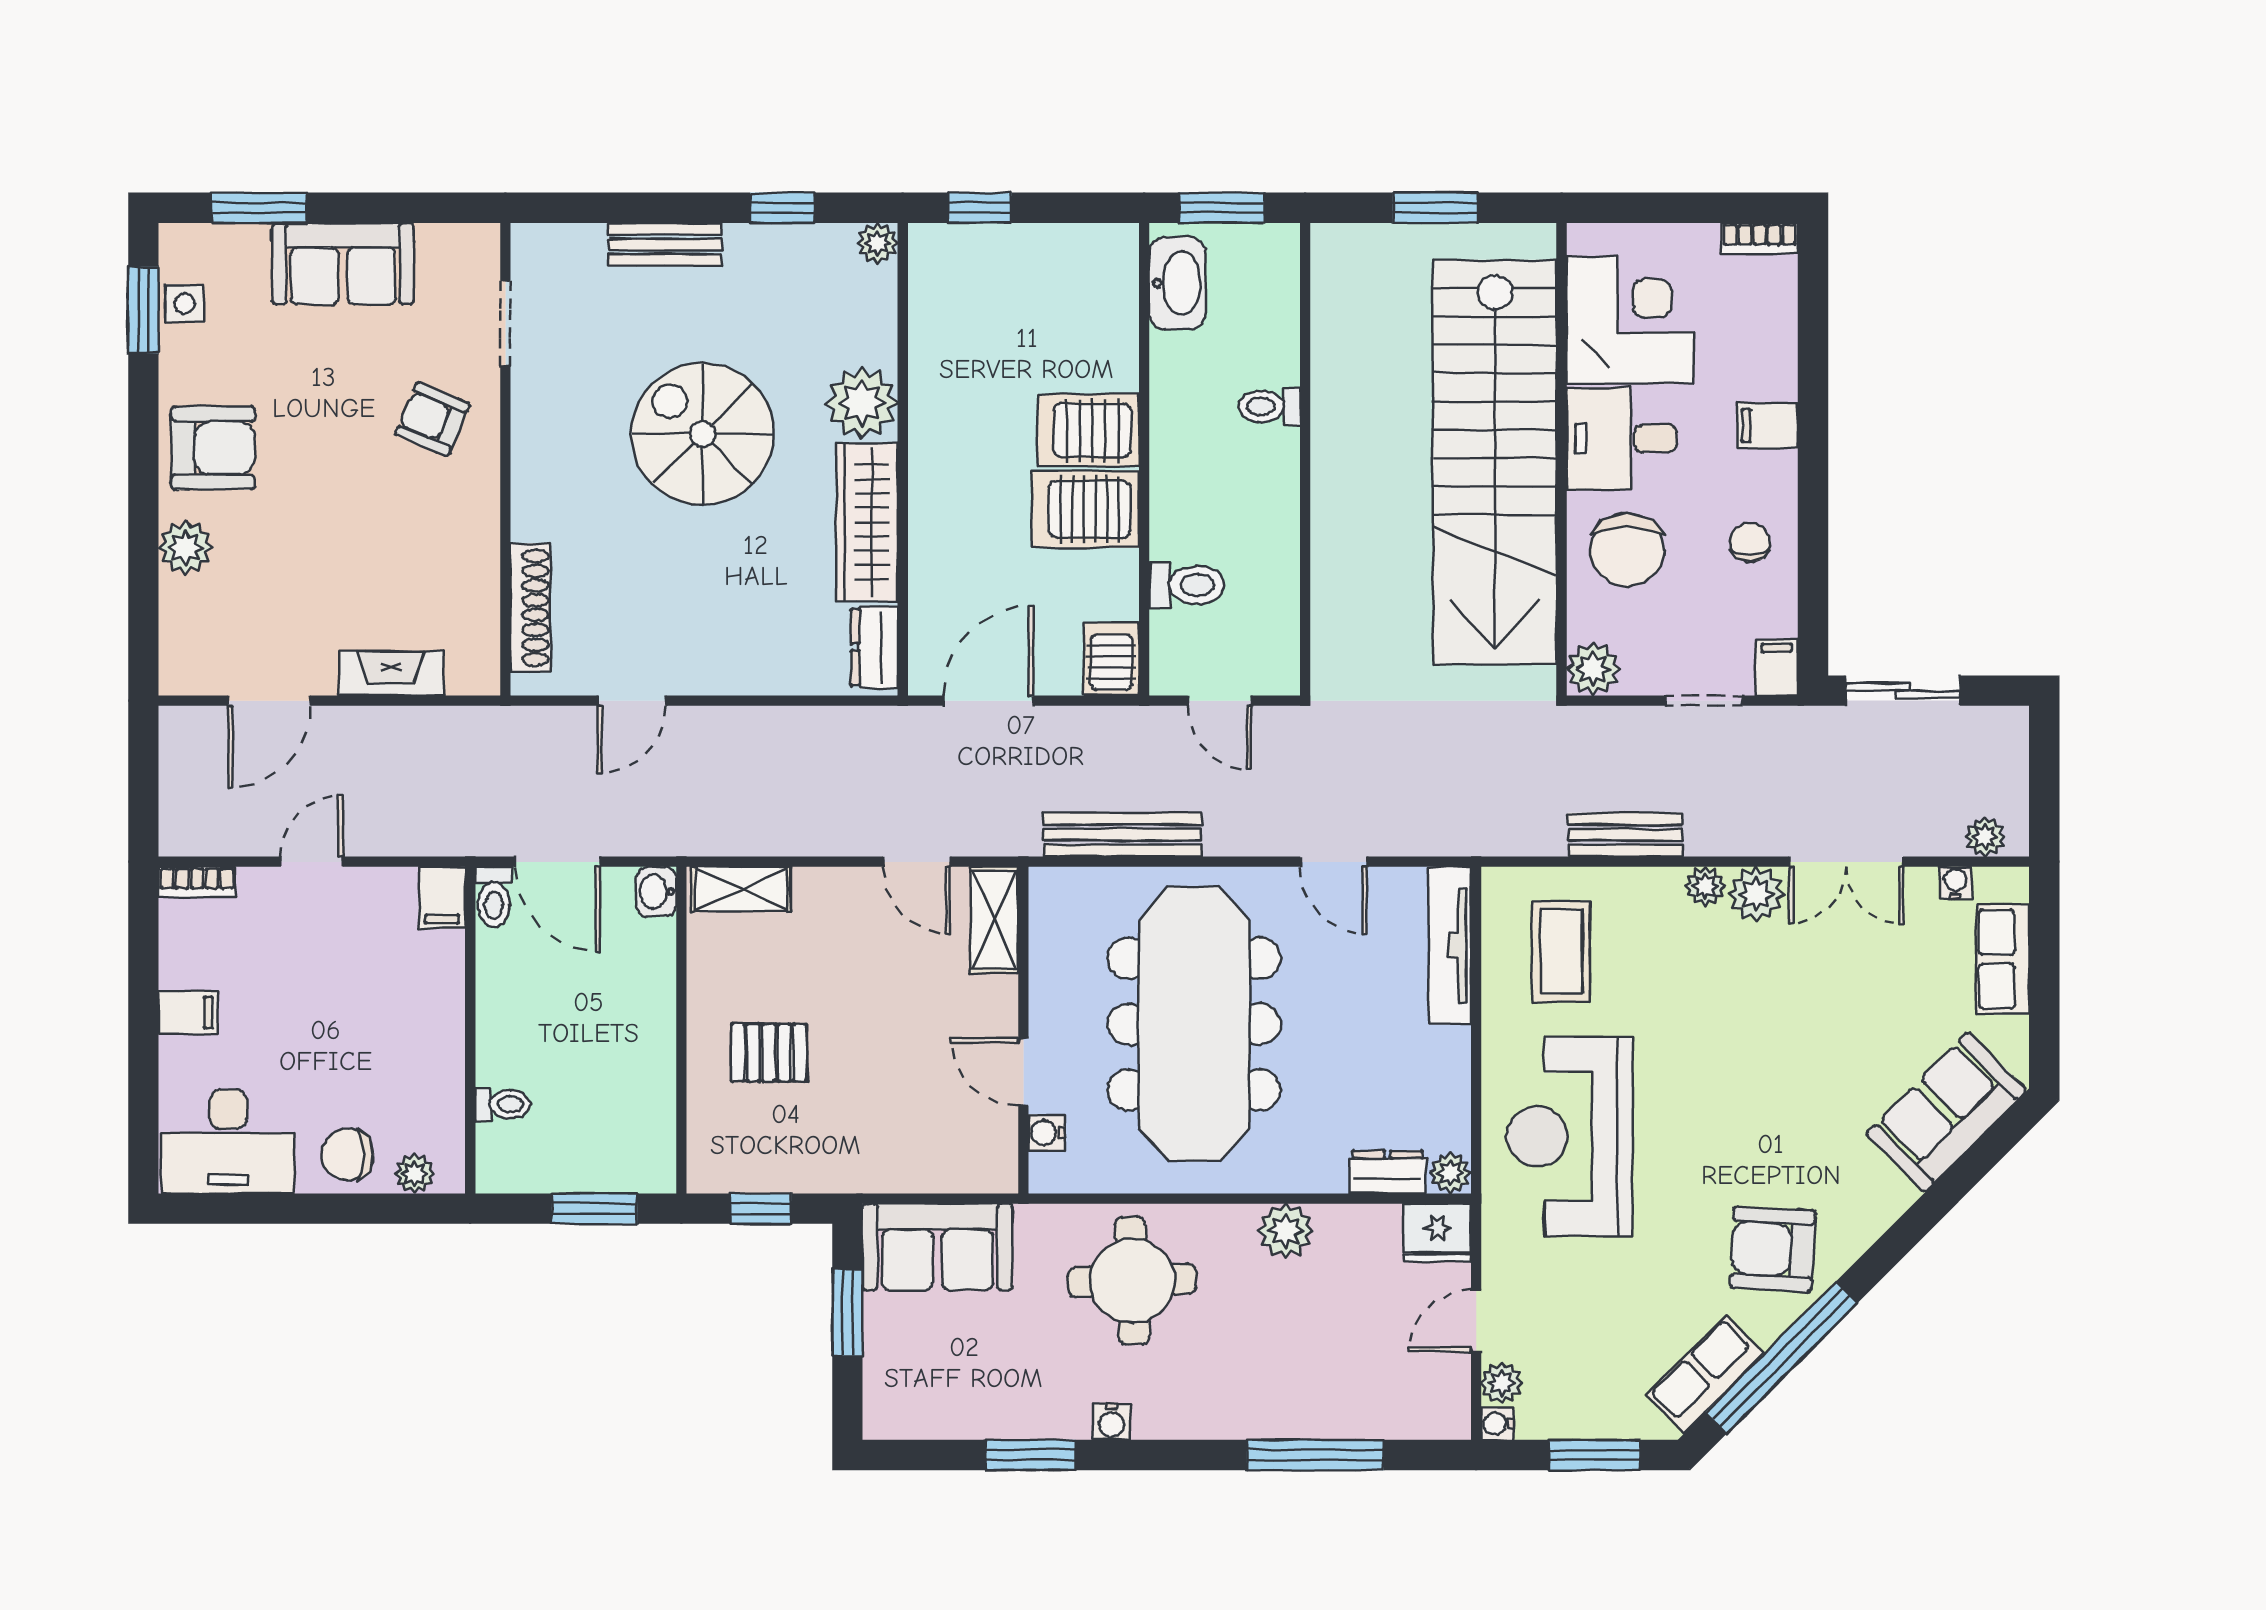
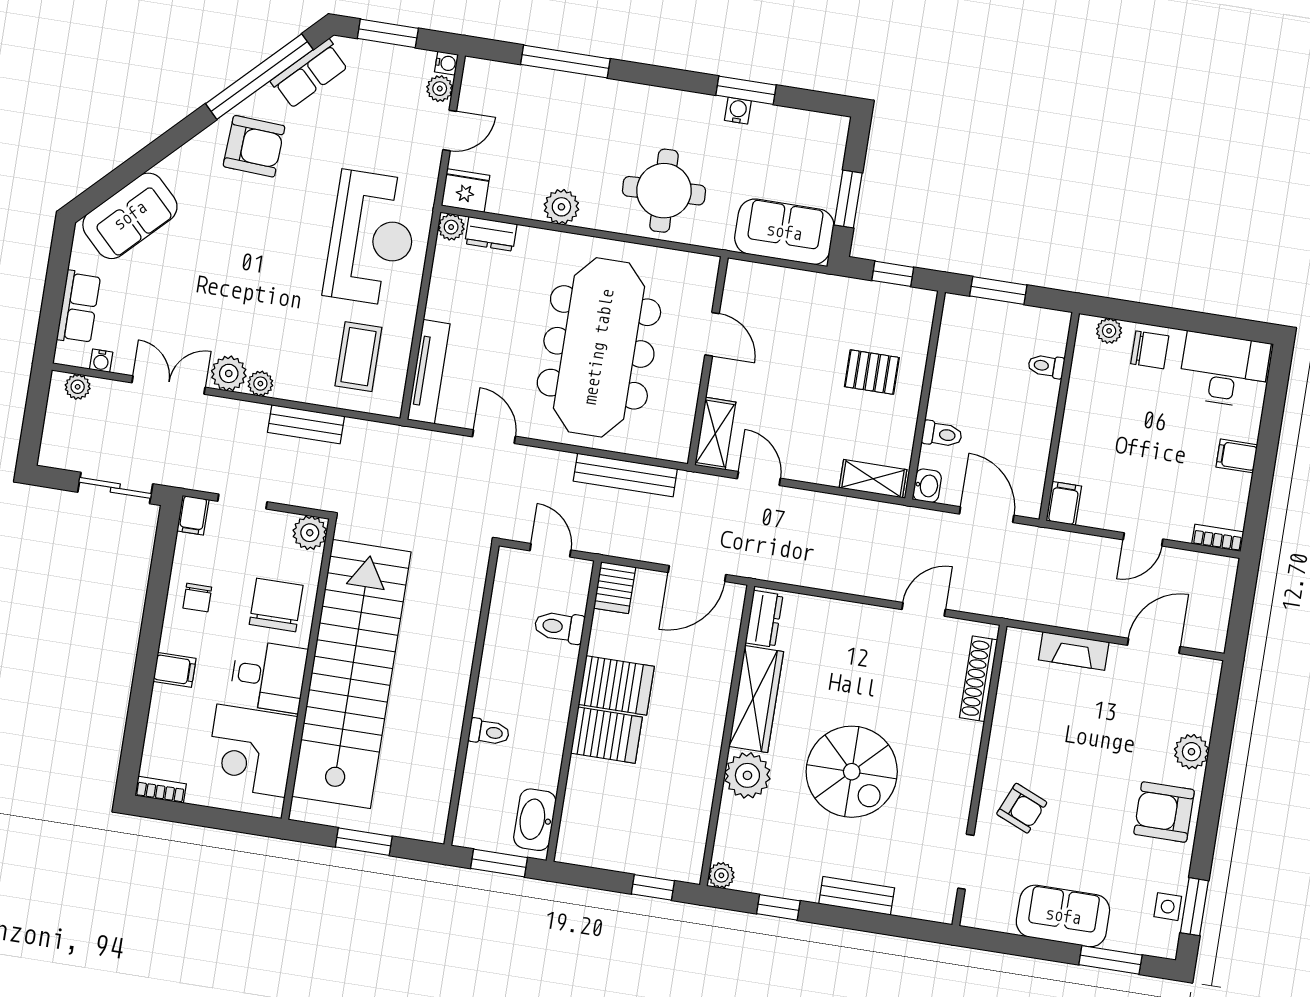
toilet: (494, 897) -> (942, 434), moved, turned 90
water cooler: (1047, 1133) -> (703, 293), removed
water cooler: (1112, 1422) -> (738, 111), moved

